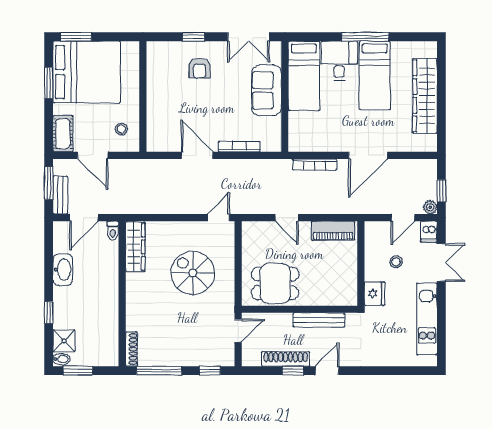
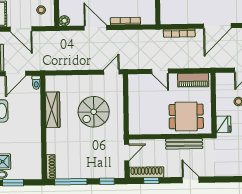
plant: (154, 145) -> (64, 21), added
wardrobe: (135, 247) -> (53, 110), moved
spiral stairs: (193, 273) -> (94, 112), turned -90
dining table: (275, 283) -> (186, 116), moved
shoe rack: (286, 359) -> (147, 172), moved
window: (293, 371) -> (151, 181), moved
door: (327, 371) -> (191, 180), hinge flipped

